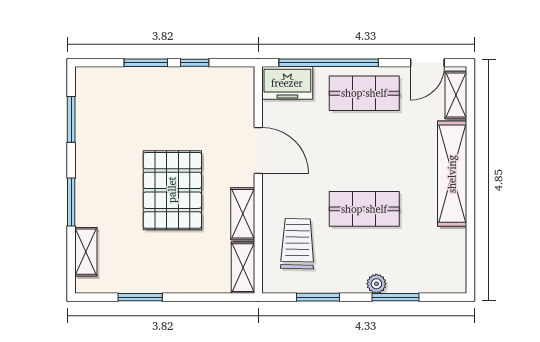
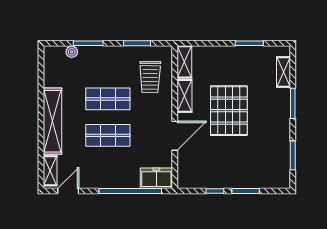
shop shelf: (364, 93) -> (108, 135), moved
door: (258, 150) -> (175, 136), swing flipped
plant: (376, 284) -> (72, 52), moved

